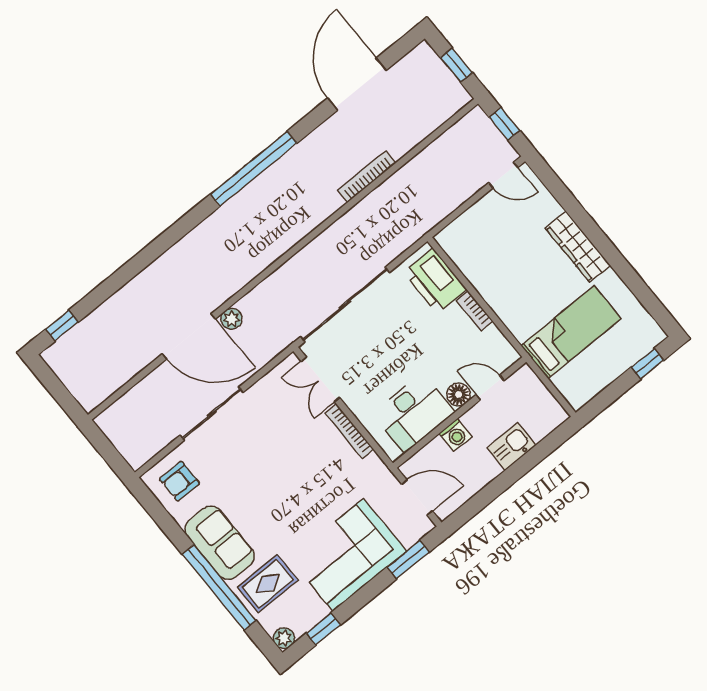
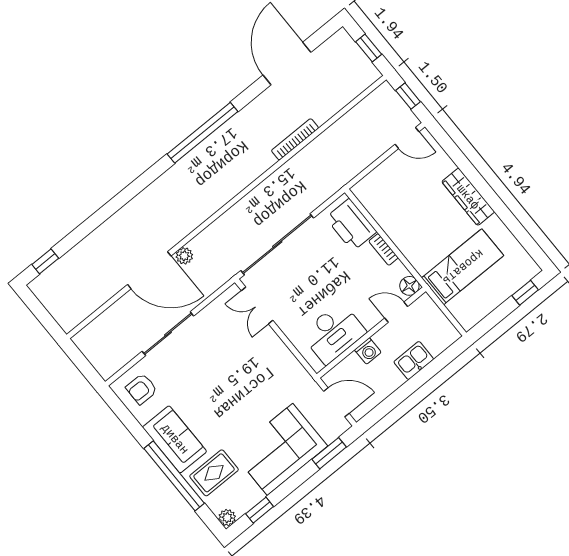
floor lamp: (459, 394) -> (409, 286), moved
bookcase: (349, 431) -> (281, 348), removed

